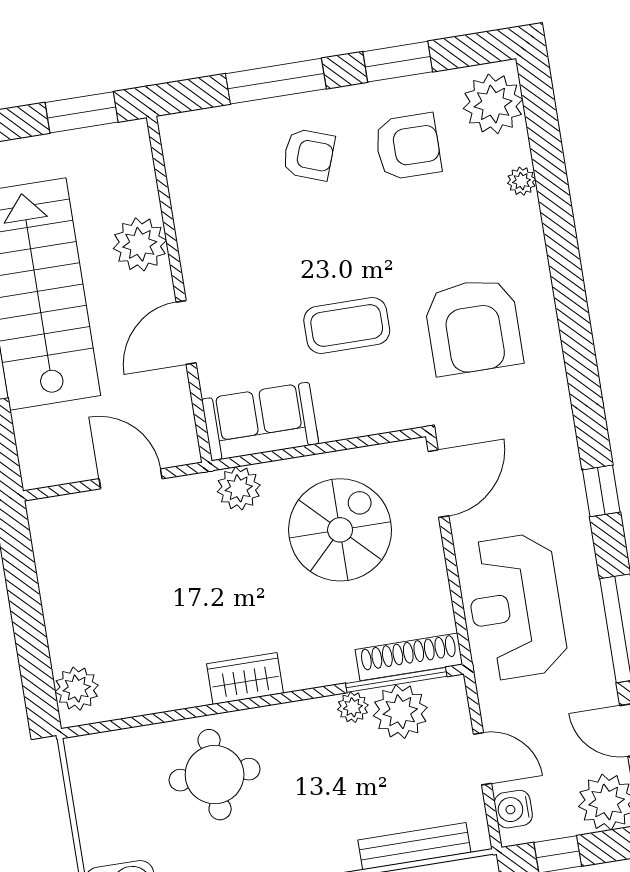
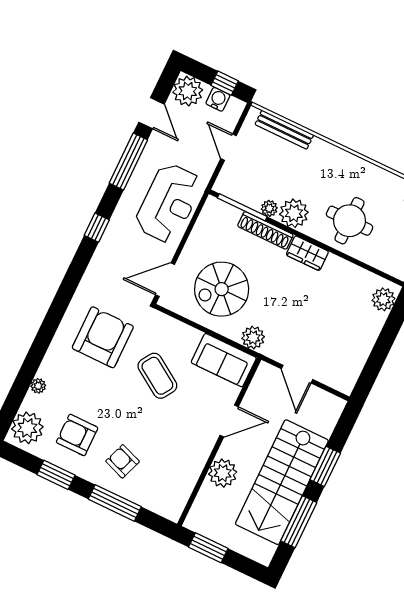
coffee table: (347, 325) -> (157, 376), turned 33
shoe rack: (409, 657) -> (265, 230), moved
plant: (400, 712) -> (294, 213), moved
water cooler: (513, 809) -> (218, 99), moved, turned -90

